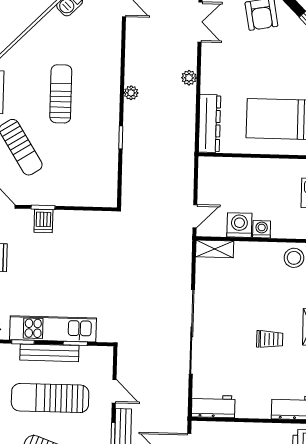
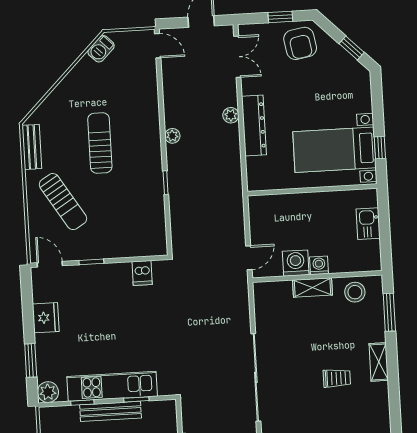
dresser: (210, 123) -> (254, 125), moved
dishwasher: (43, 221) -> (142, 273), moved
shelving: (215, 249) -> (313, 287), moved

